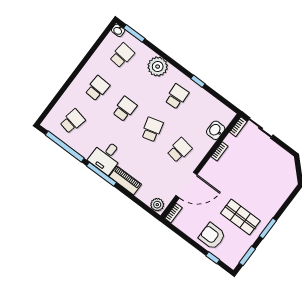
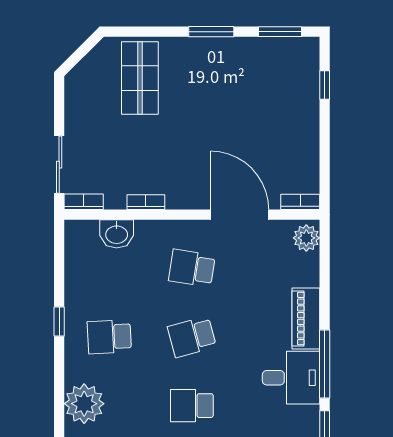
shop shelf: (240, 217) -> (140, 78), moved
armchair: (212, 236) -> (291, 112), removed

